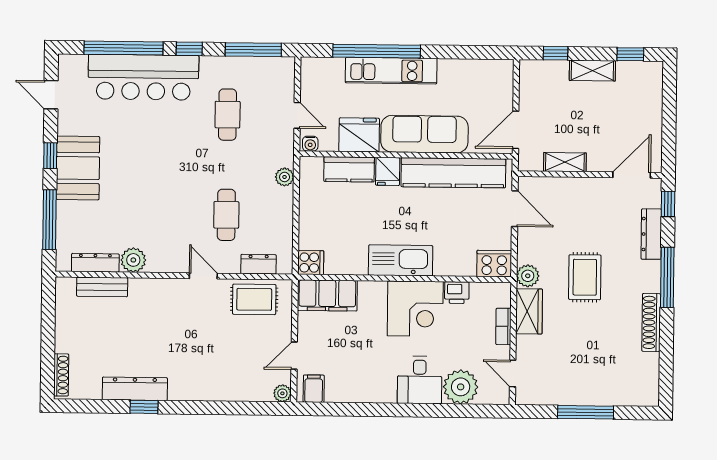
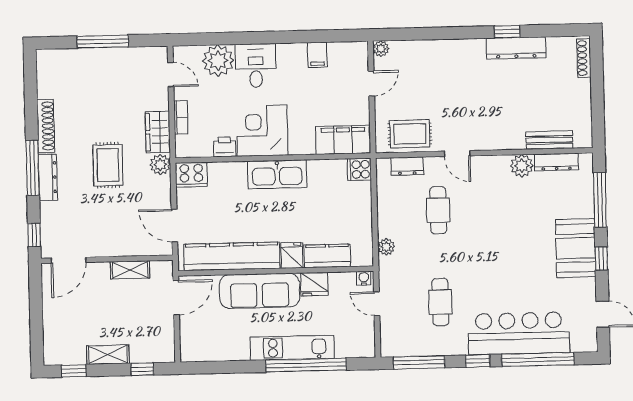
fridge: (359, 135) -> (314, 284), width x0.73, depth x0.75
dresser: (651, 234) -> (48, 177), moved
filing cabinet: (314, 389) -> (317, 55), moved

